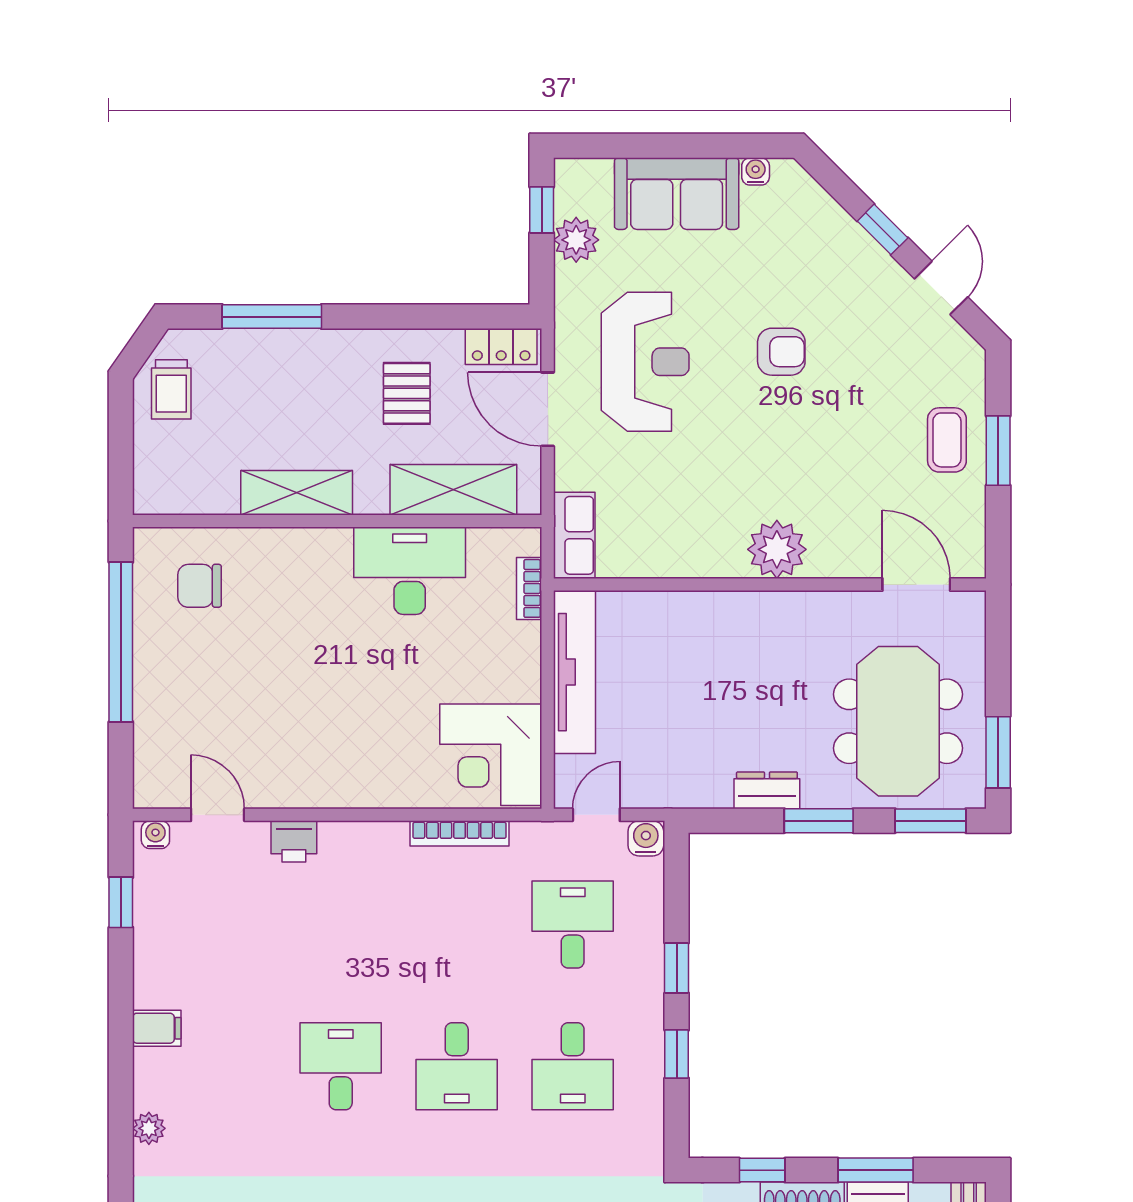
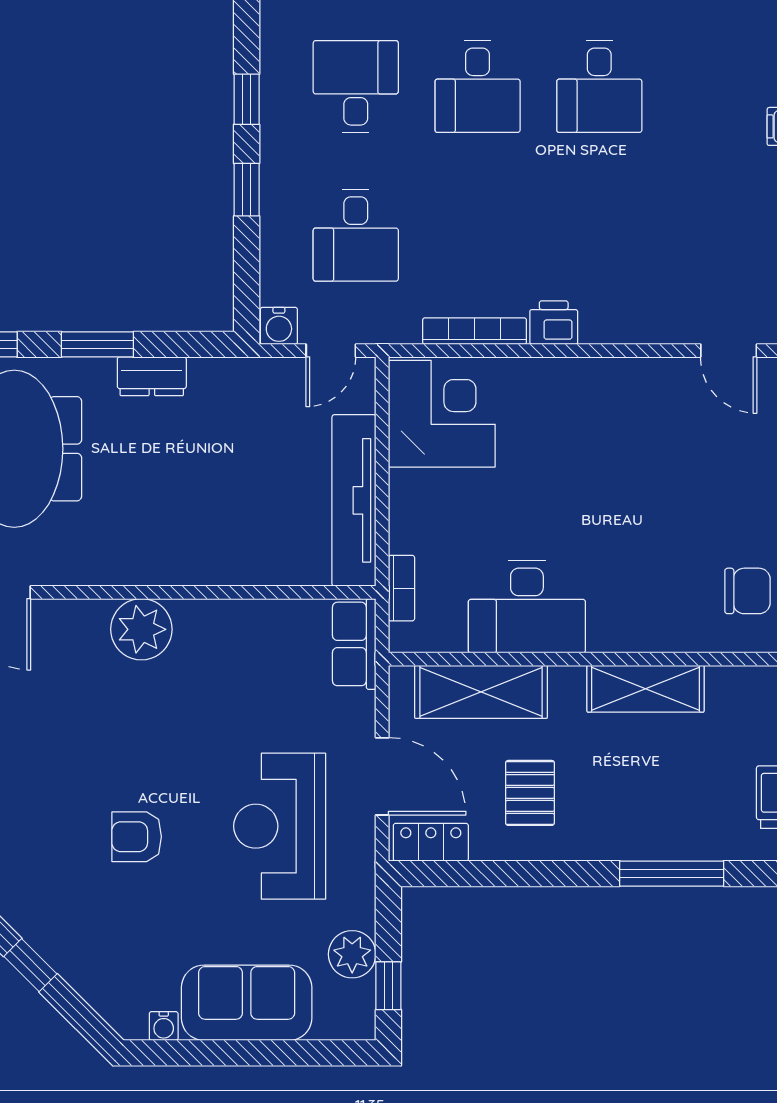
printer: (294, 841) -> (554, 323), moved
desk: (457, 1066) -> (478, 87), turned 180

